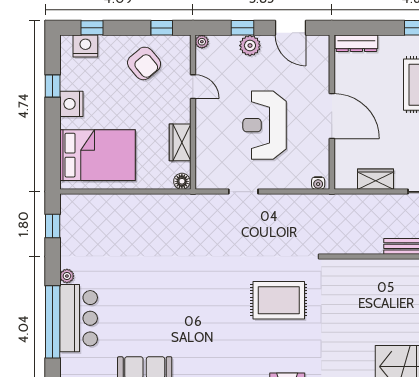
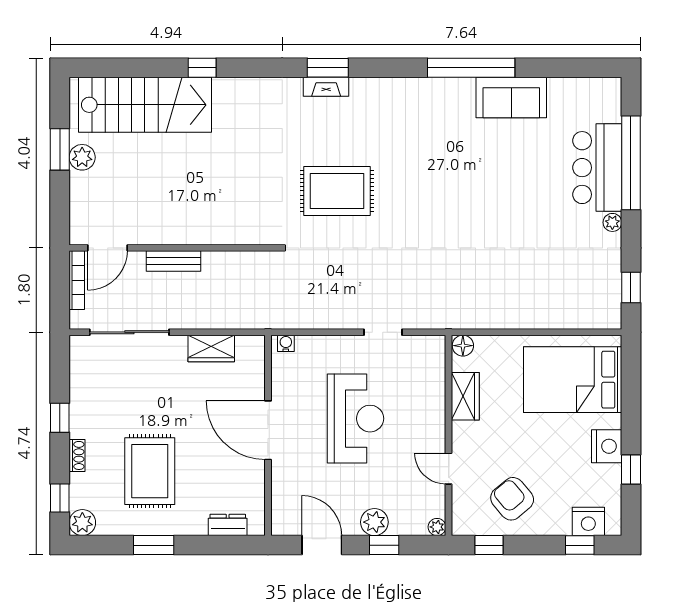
dresser: (356, 43) -> (228, 525), width x0.70

